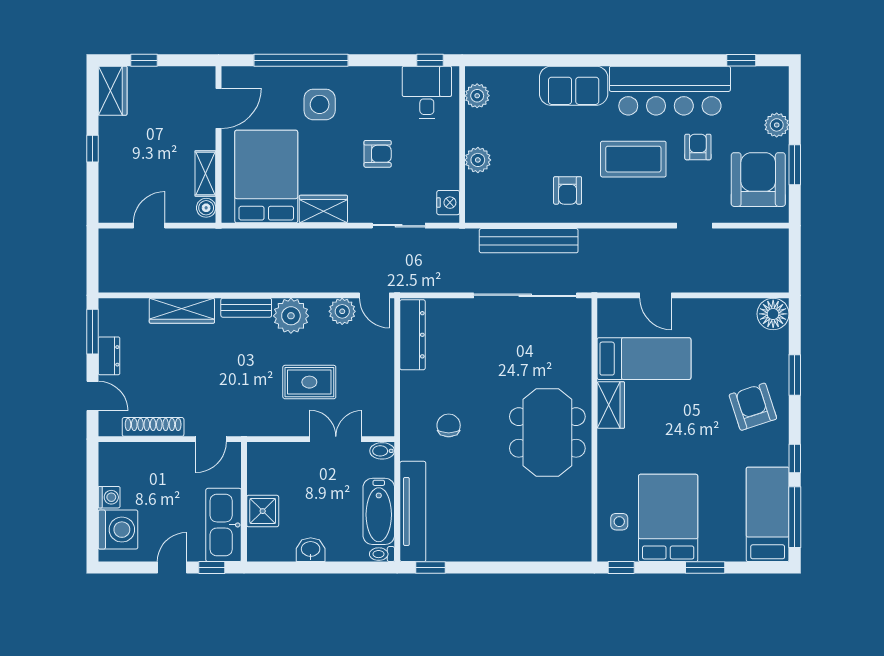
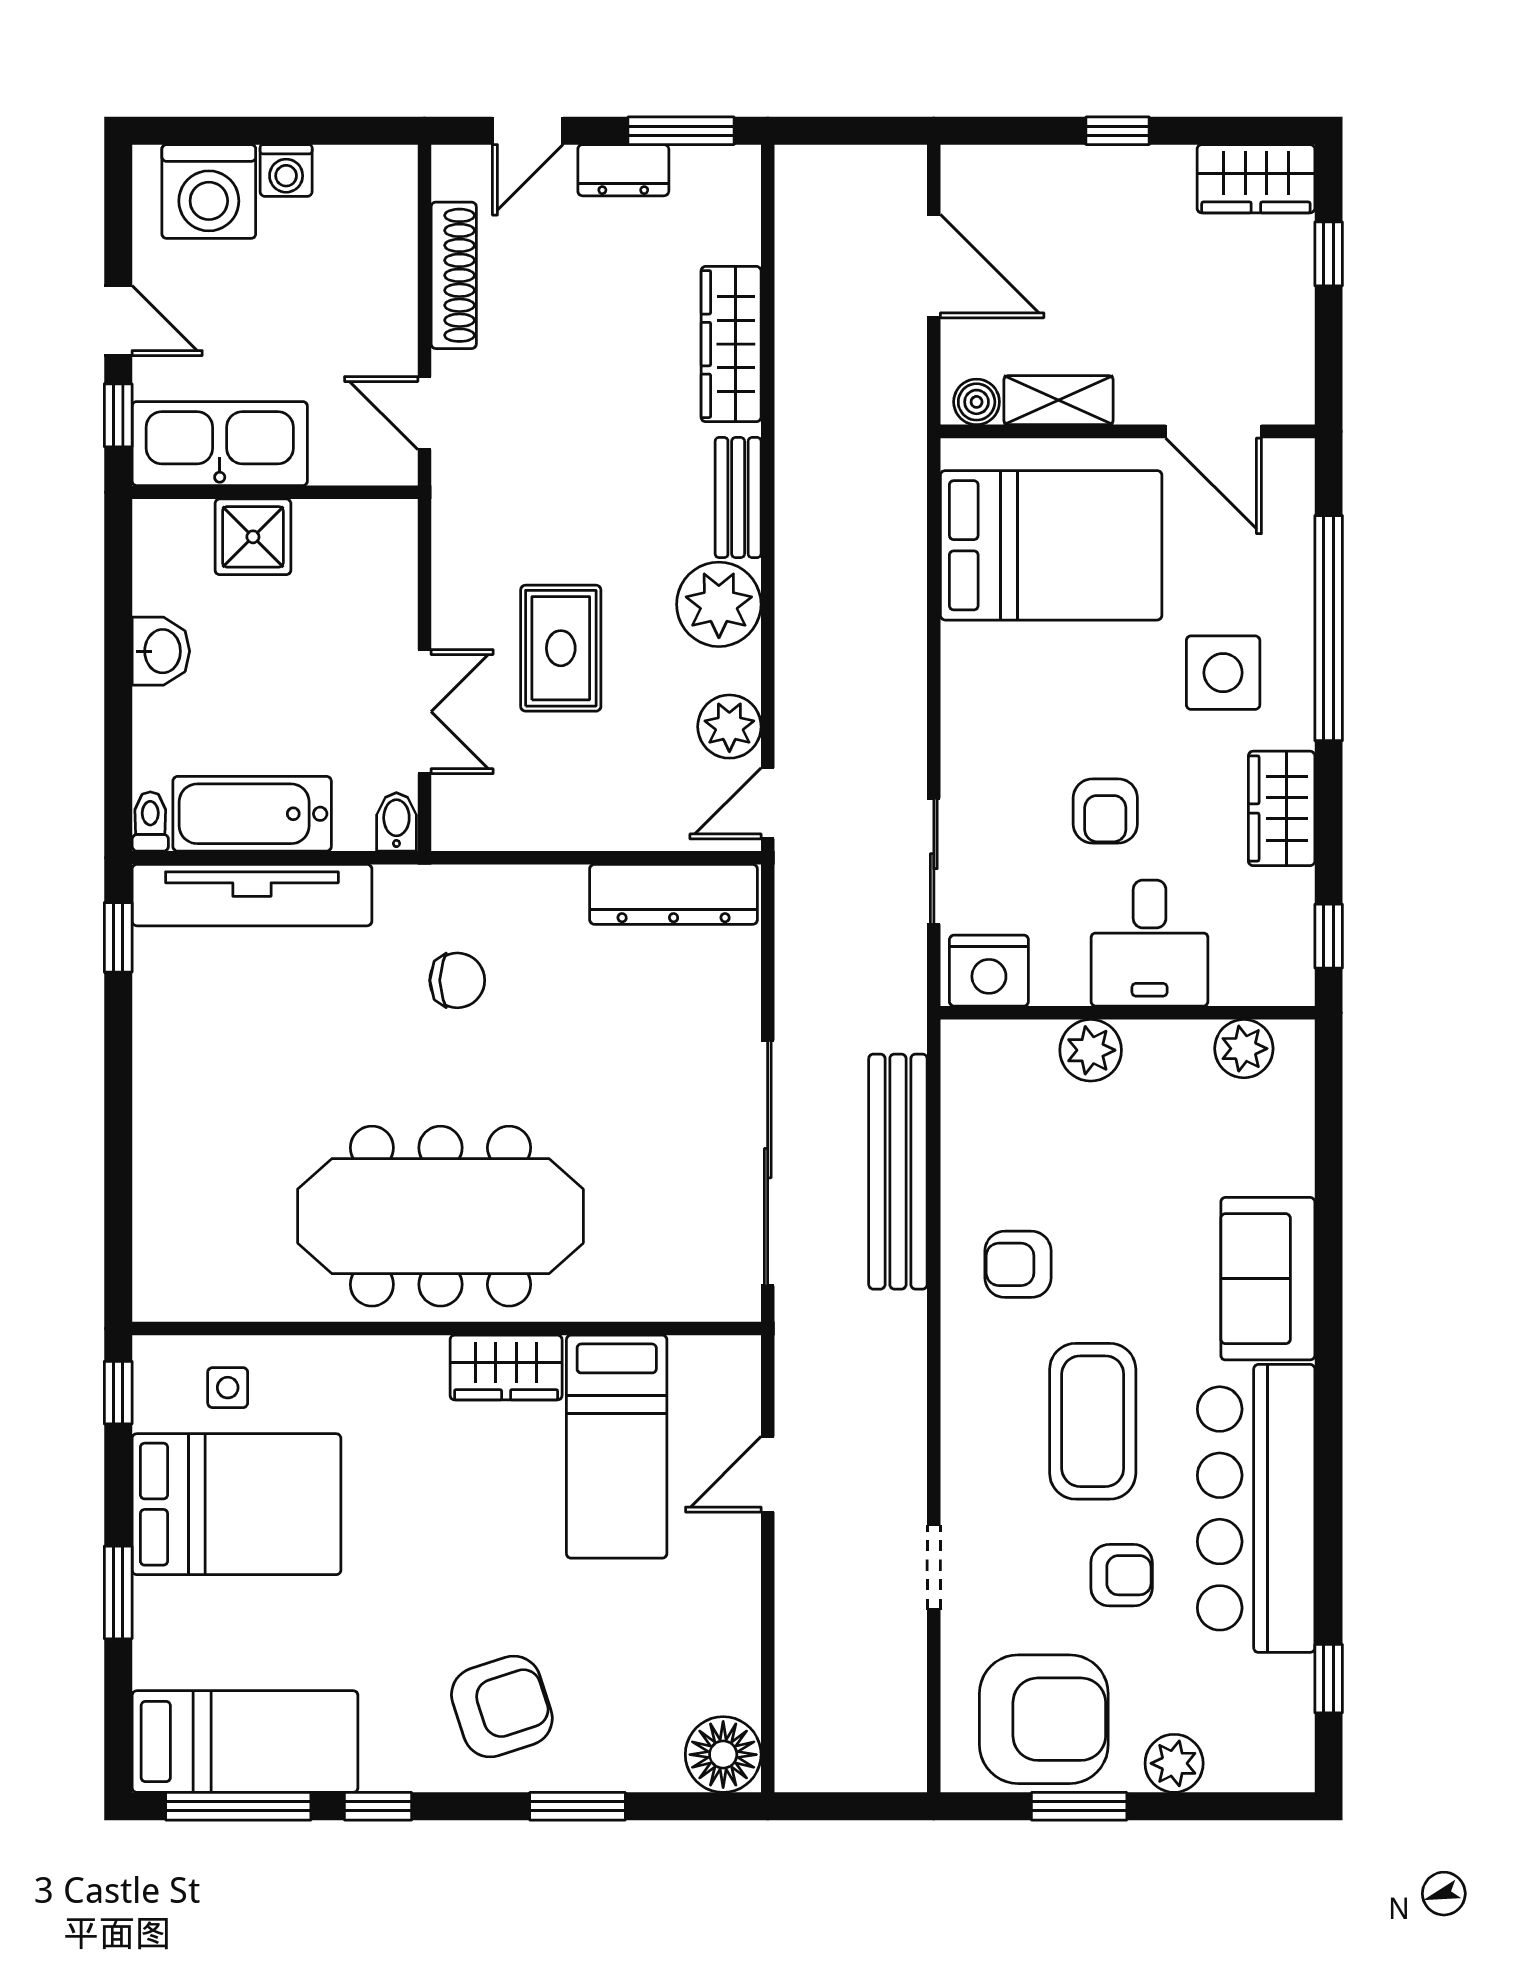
desk: (427, 92) -> (1150, 943), moved, turned 90
nightstand: (448, 203) -> (989, 971), width x1.36, depth x1.33
wardrobe: (323, 209) -> (1282, 808), moved, turned 180
door: (149, 226) -> (934, 266), width x1.38
meeting table: (547, 432) -> (440, 1216), width x1.36

